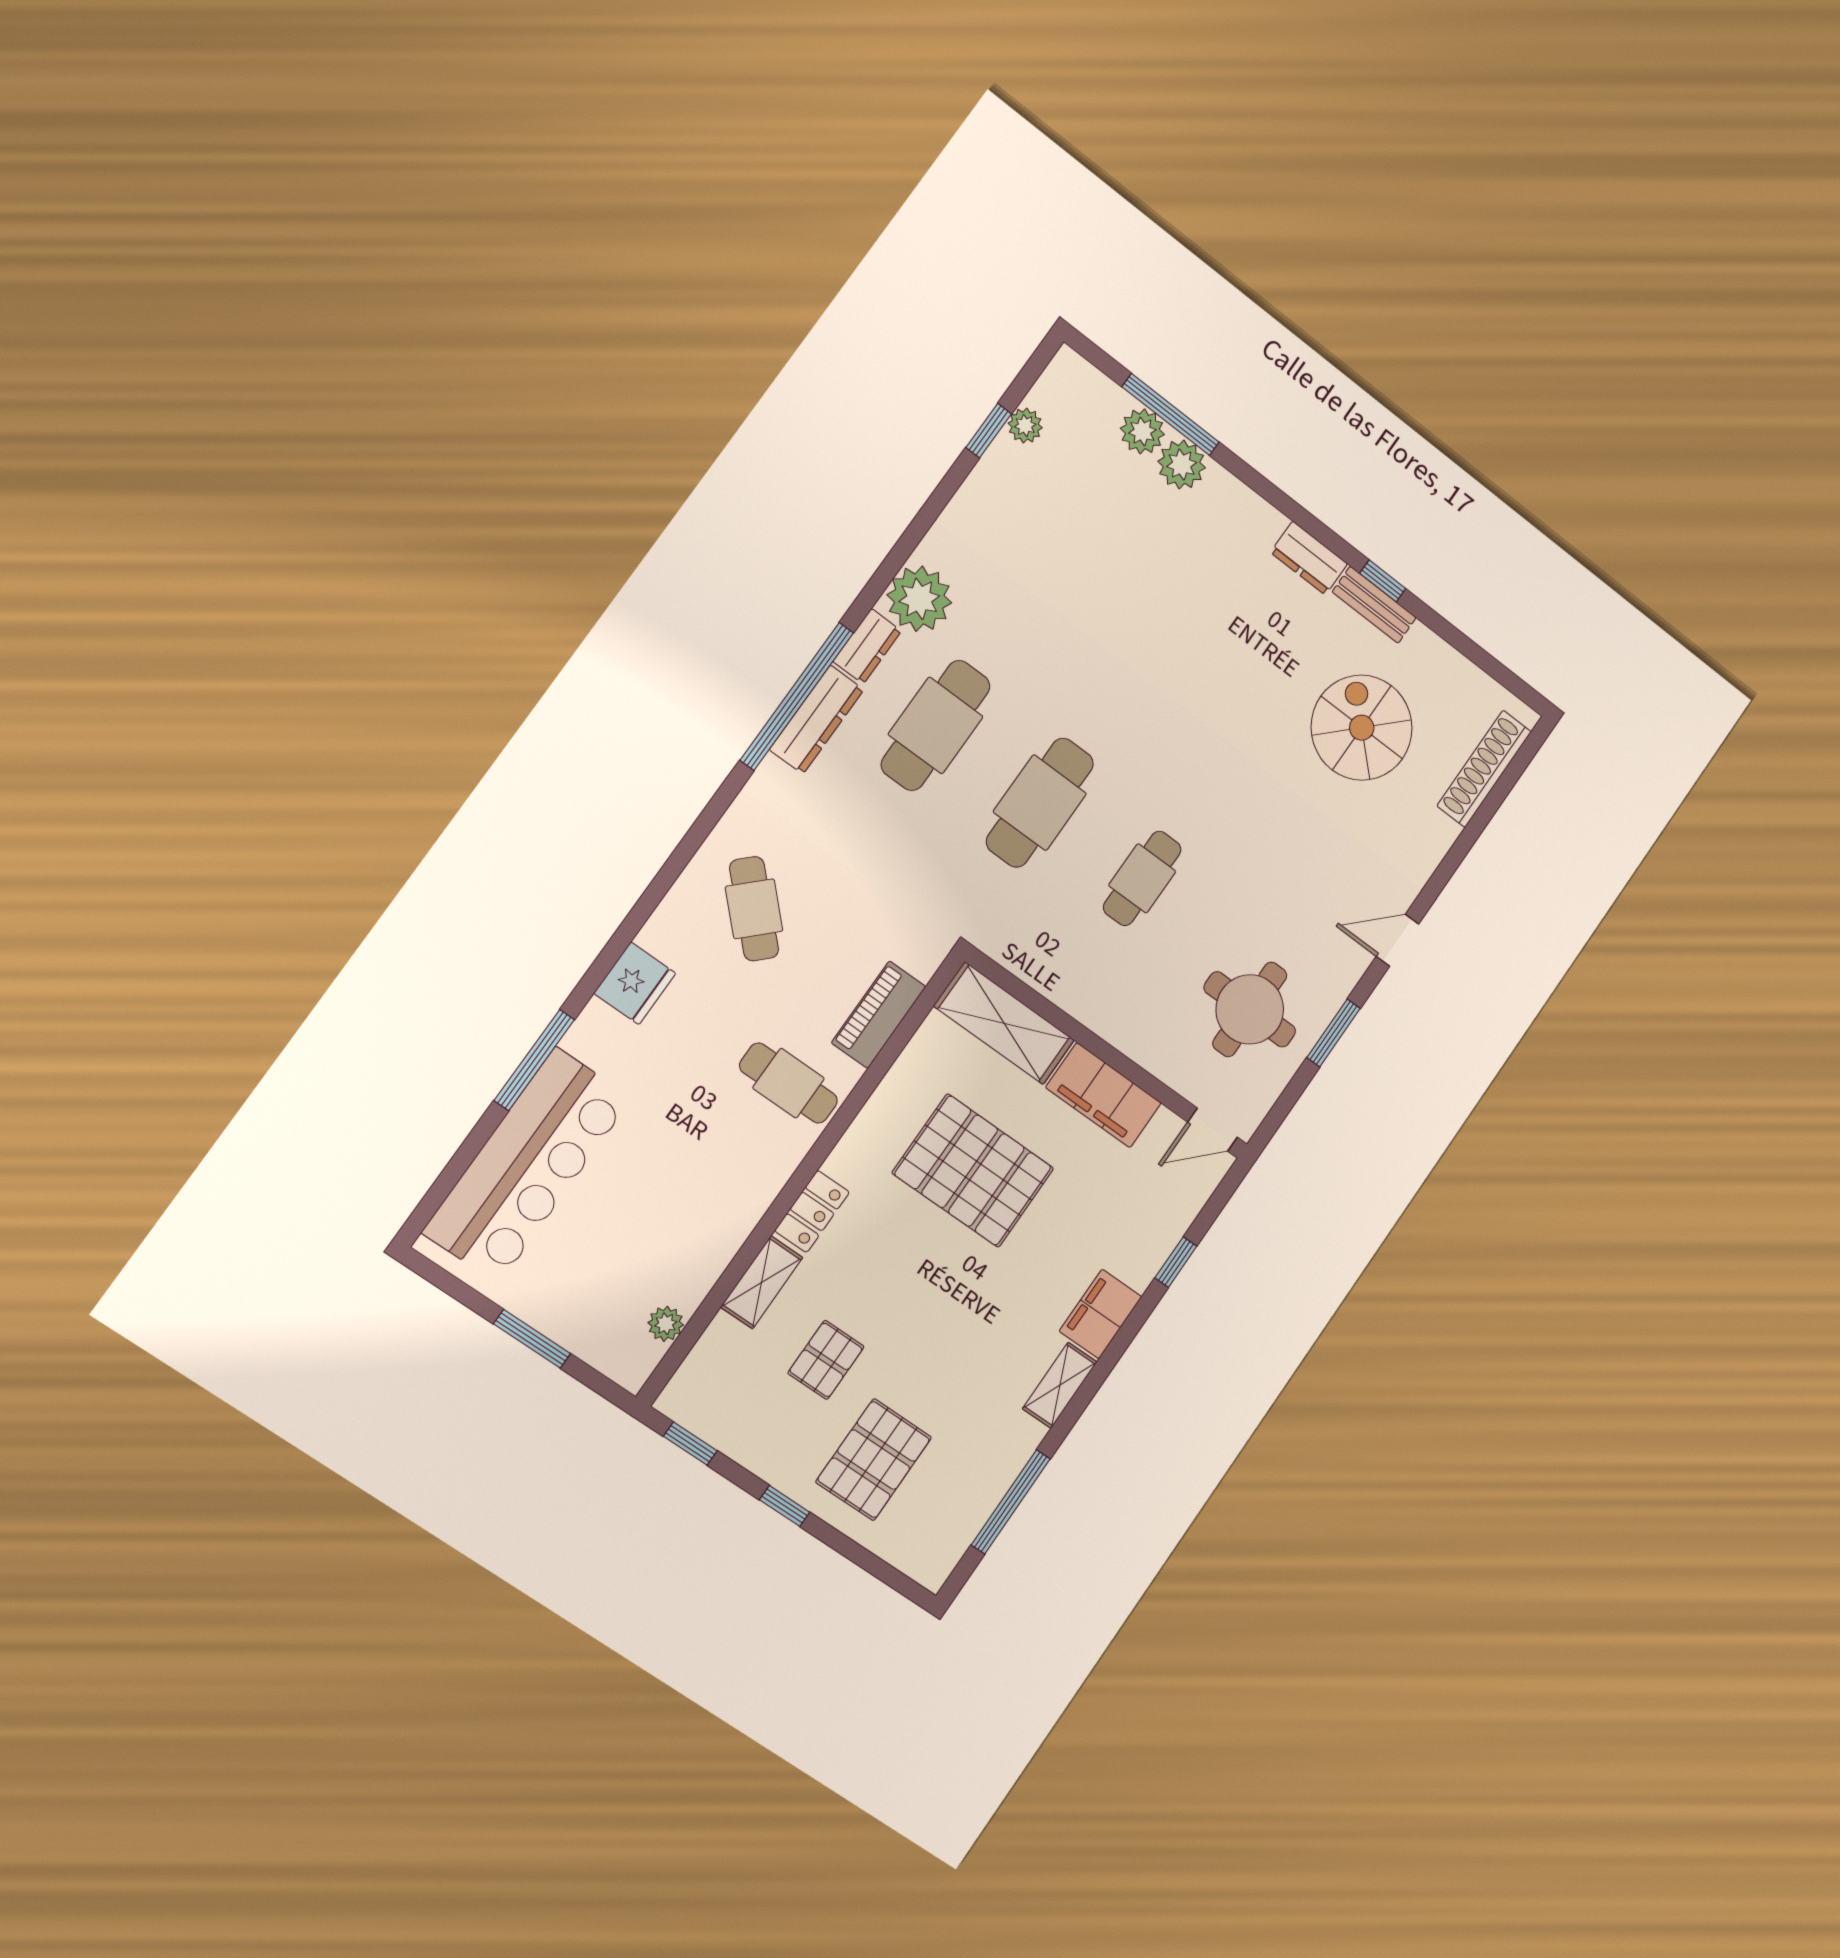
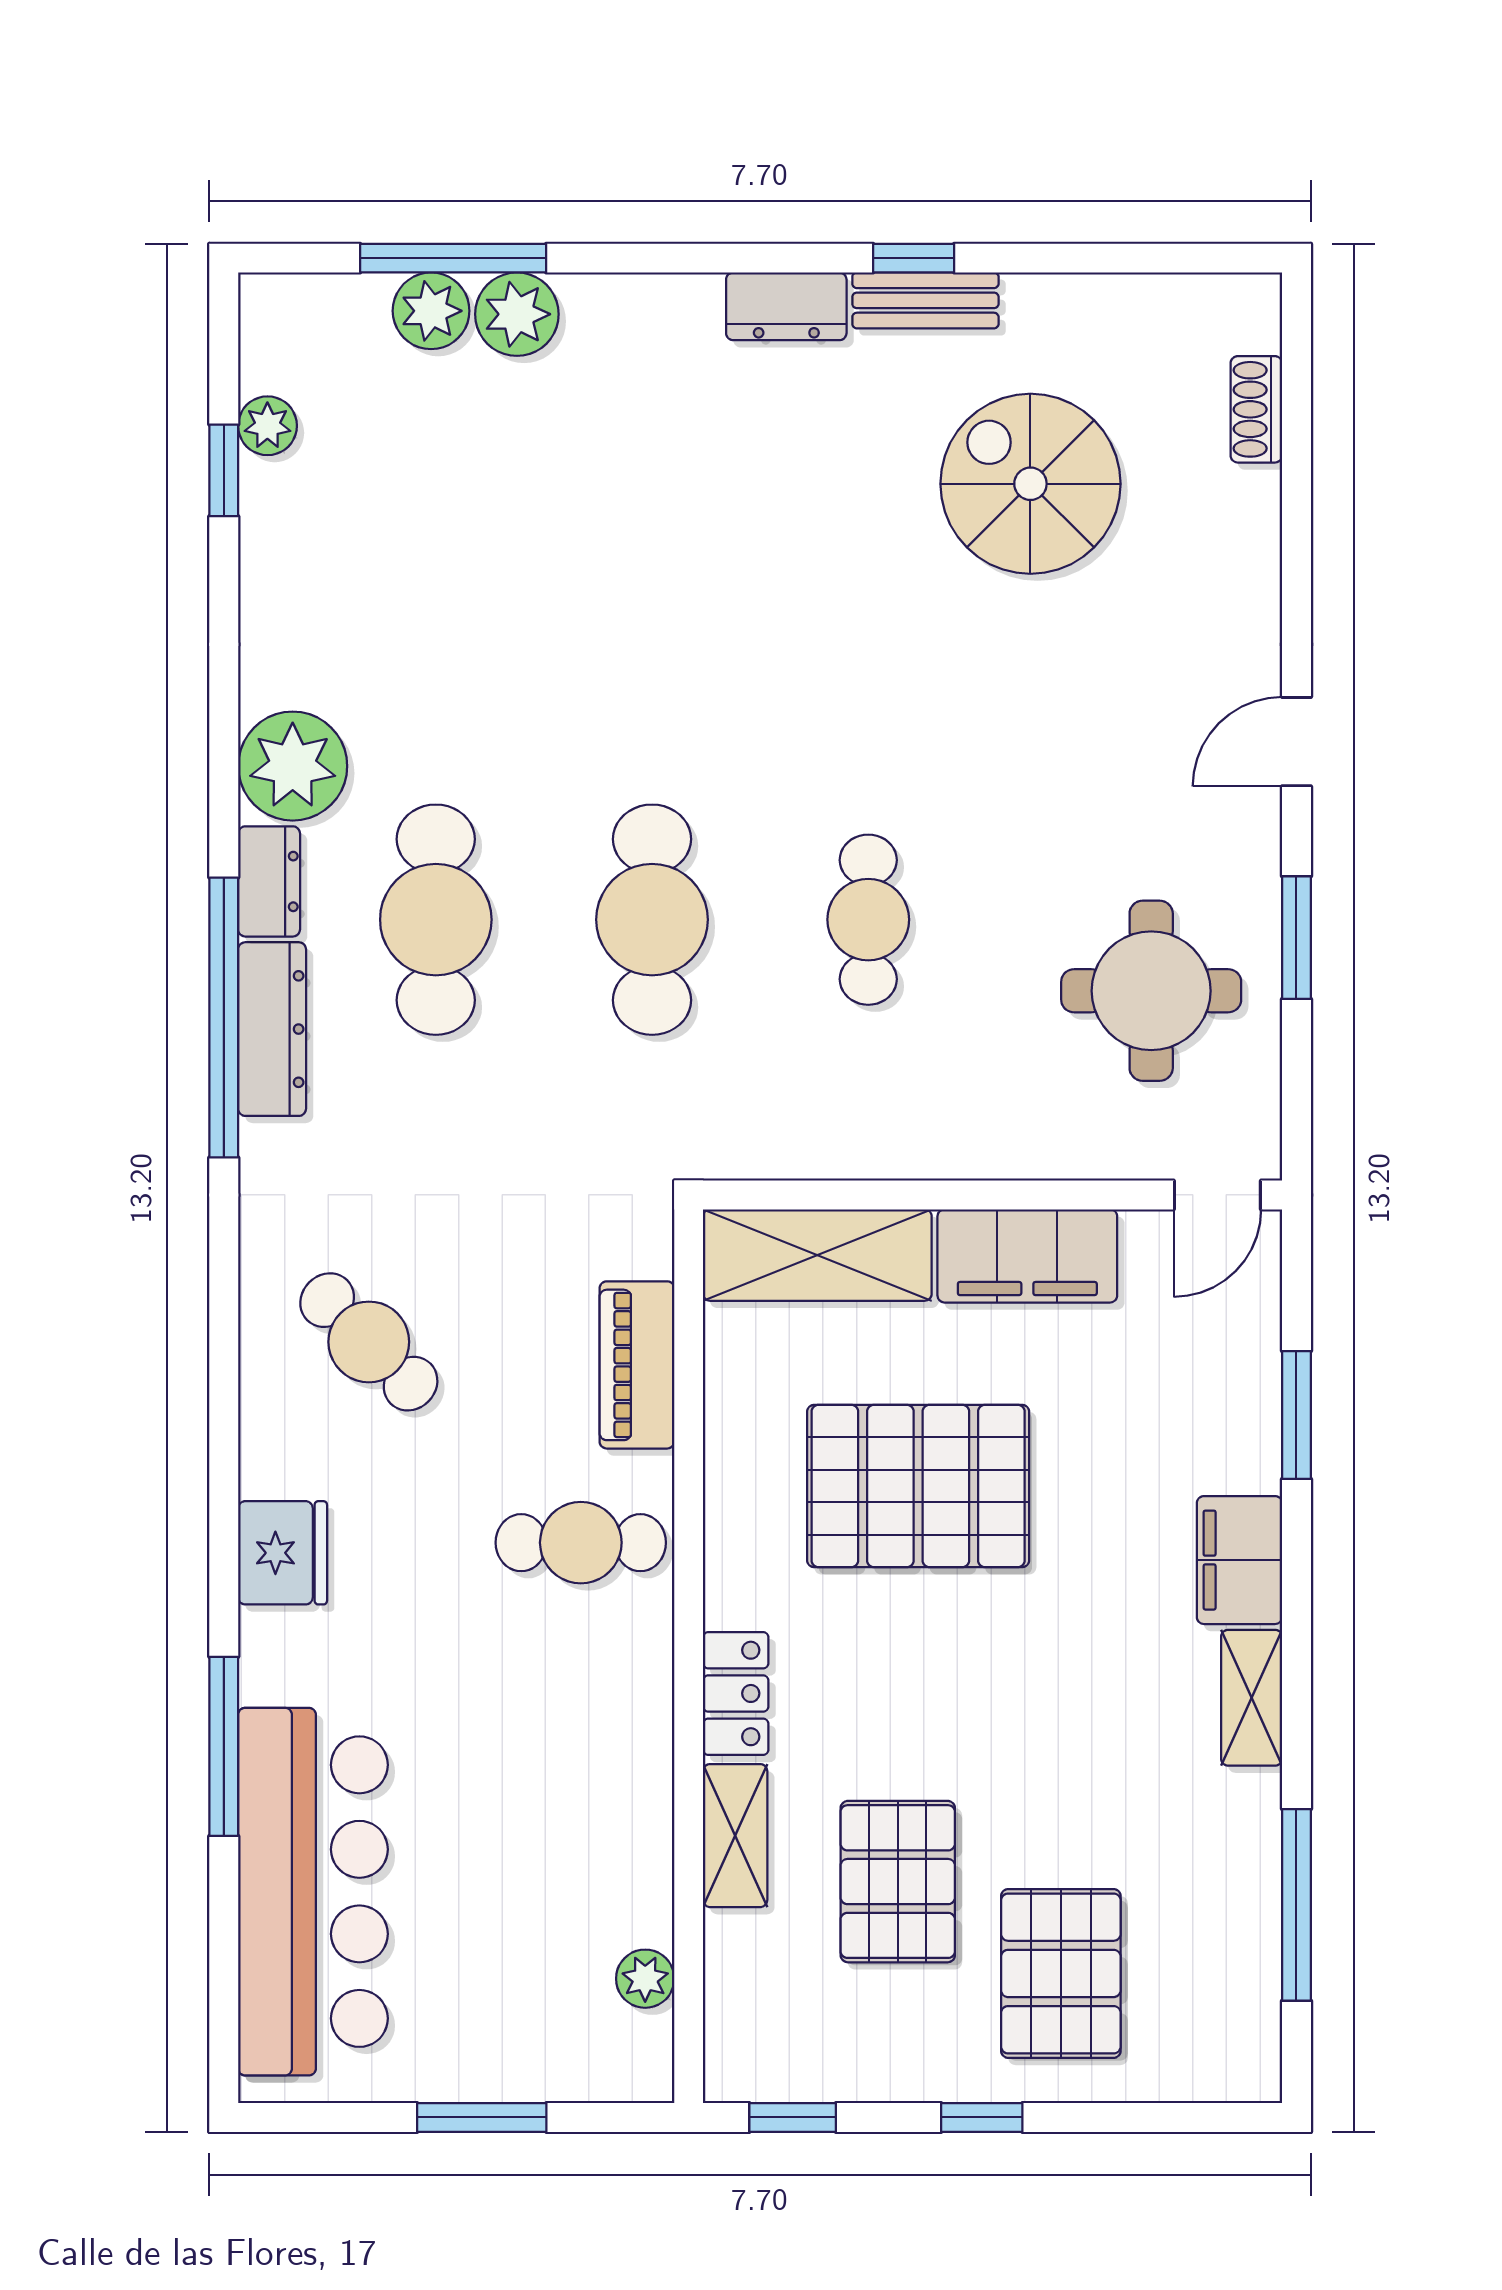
shoe rack: (1484, 769) -> (1256, 409), width x0.51, depth x0.81
window: (1176, 1262) -> (1296, 1415), width x1.50
pallet: (826, 1360) -> (898, 1882), width x1.50, depth x1.42

